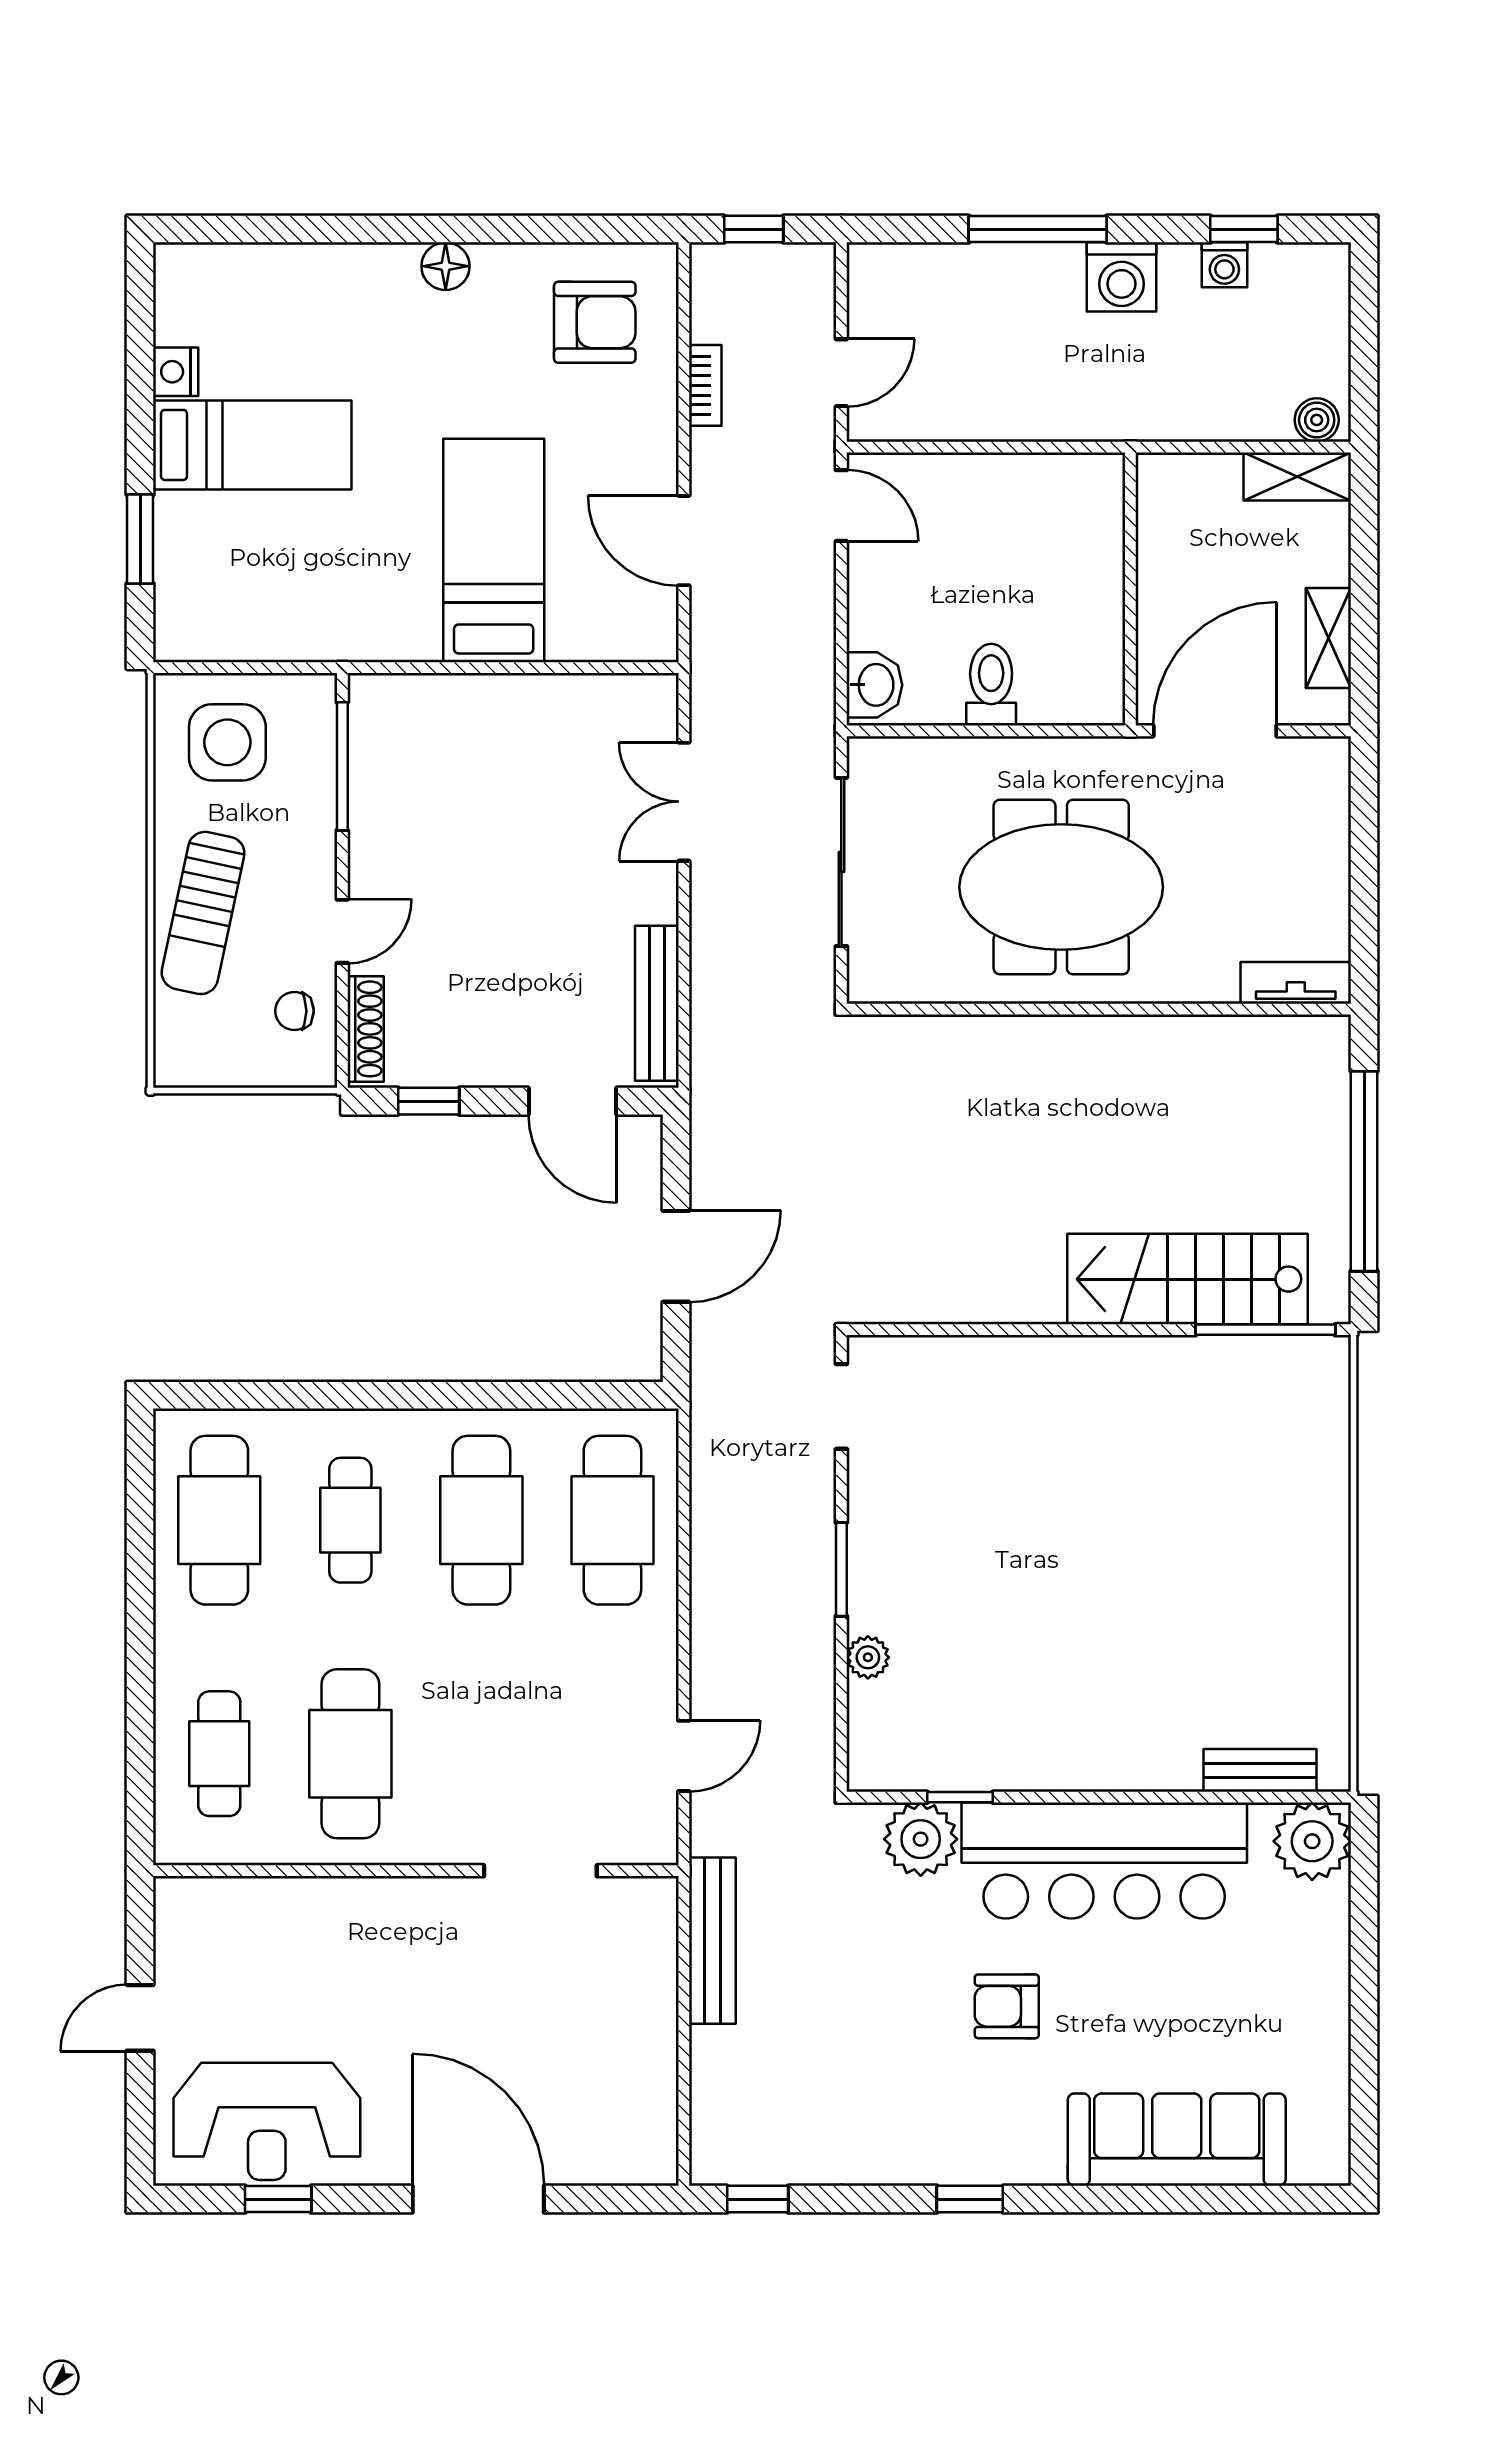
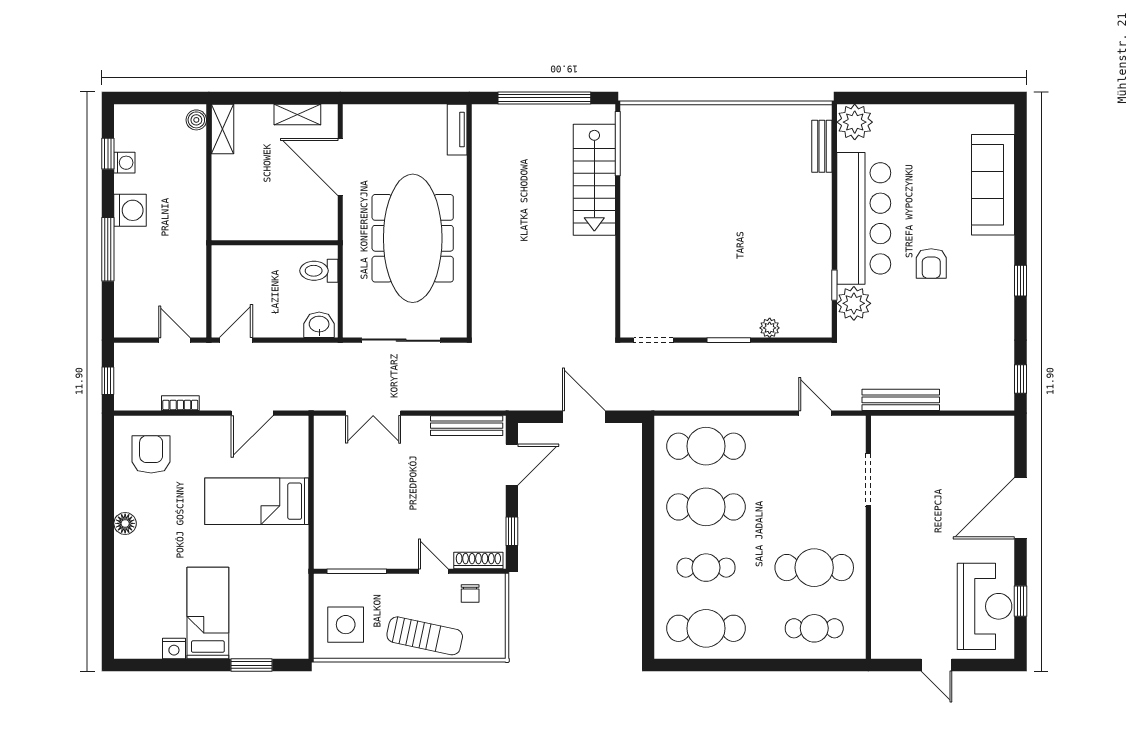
wall: (1130, 589) -> (275, 243), moved
meeting table: (1061, 887) -> (413, 238), width x1.36

